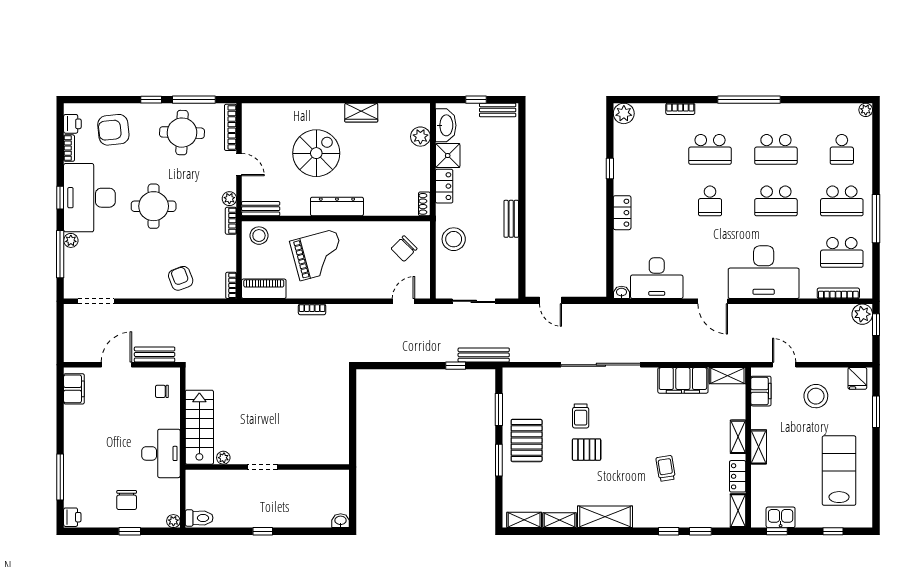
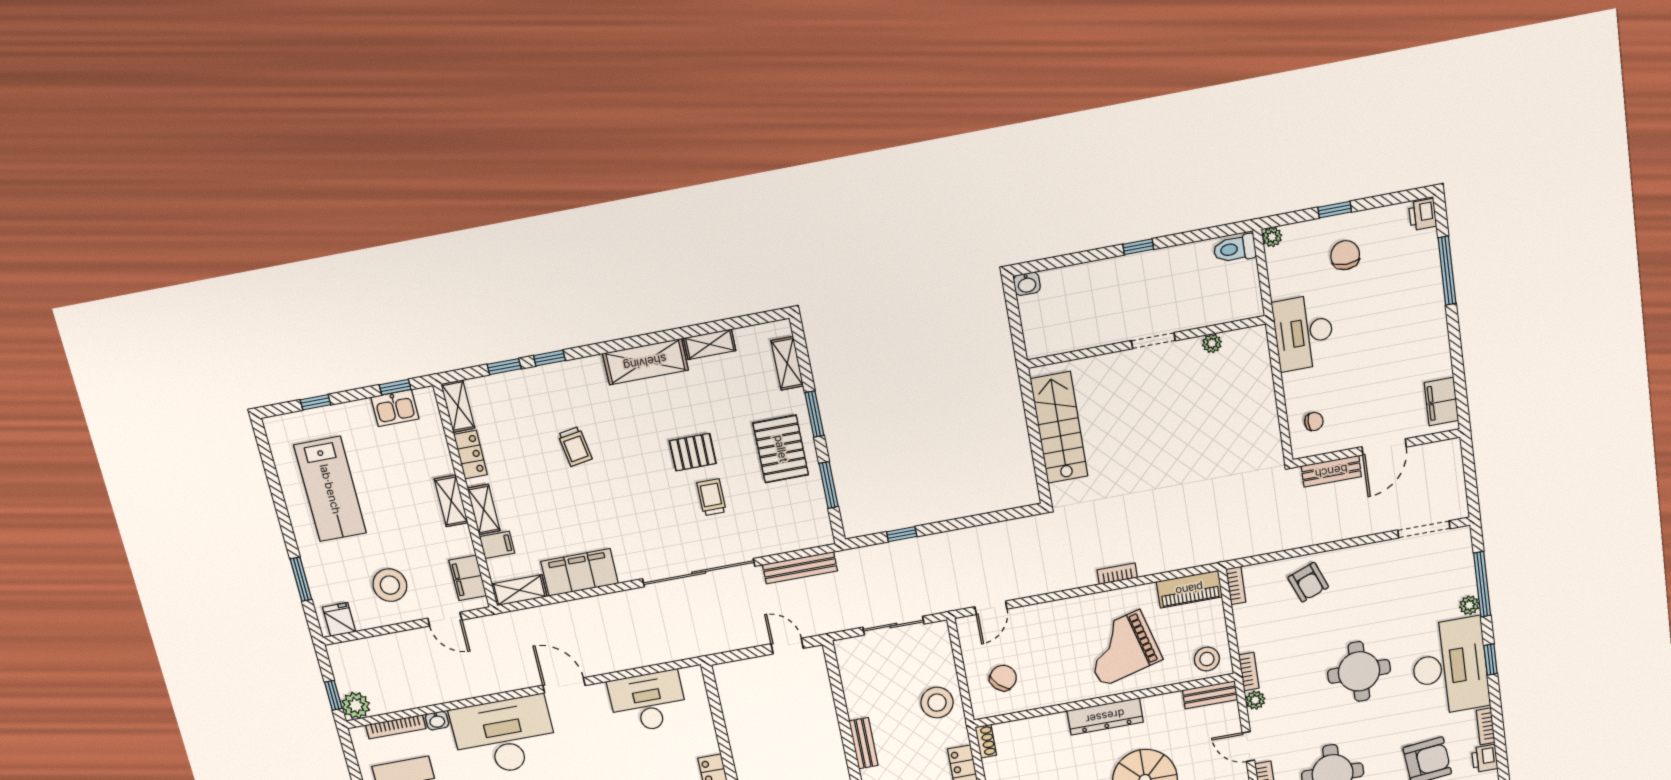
washbasin: (621, 292) -> (437, 721), moved
bench: (484, 355) -> (800, 568), moved
filing cabinet: (735, 410) -> (497, 545), added
stairs: (199, 427) -> (1059, 428), moved, turned 180
shelving: (524, 520) -> (787, 363), moved, turned 90

